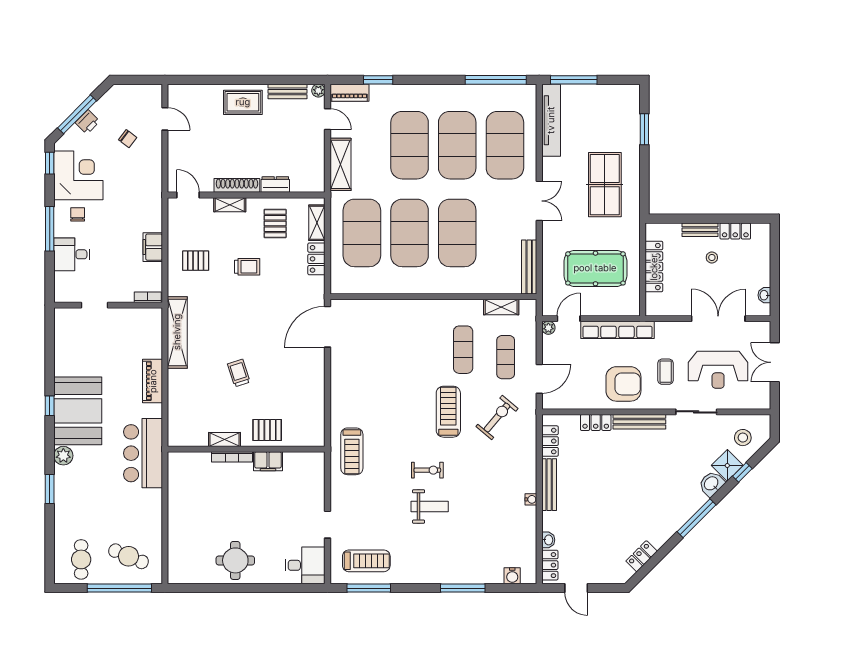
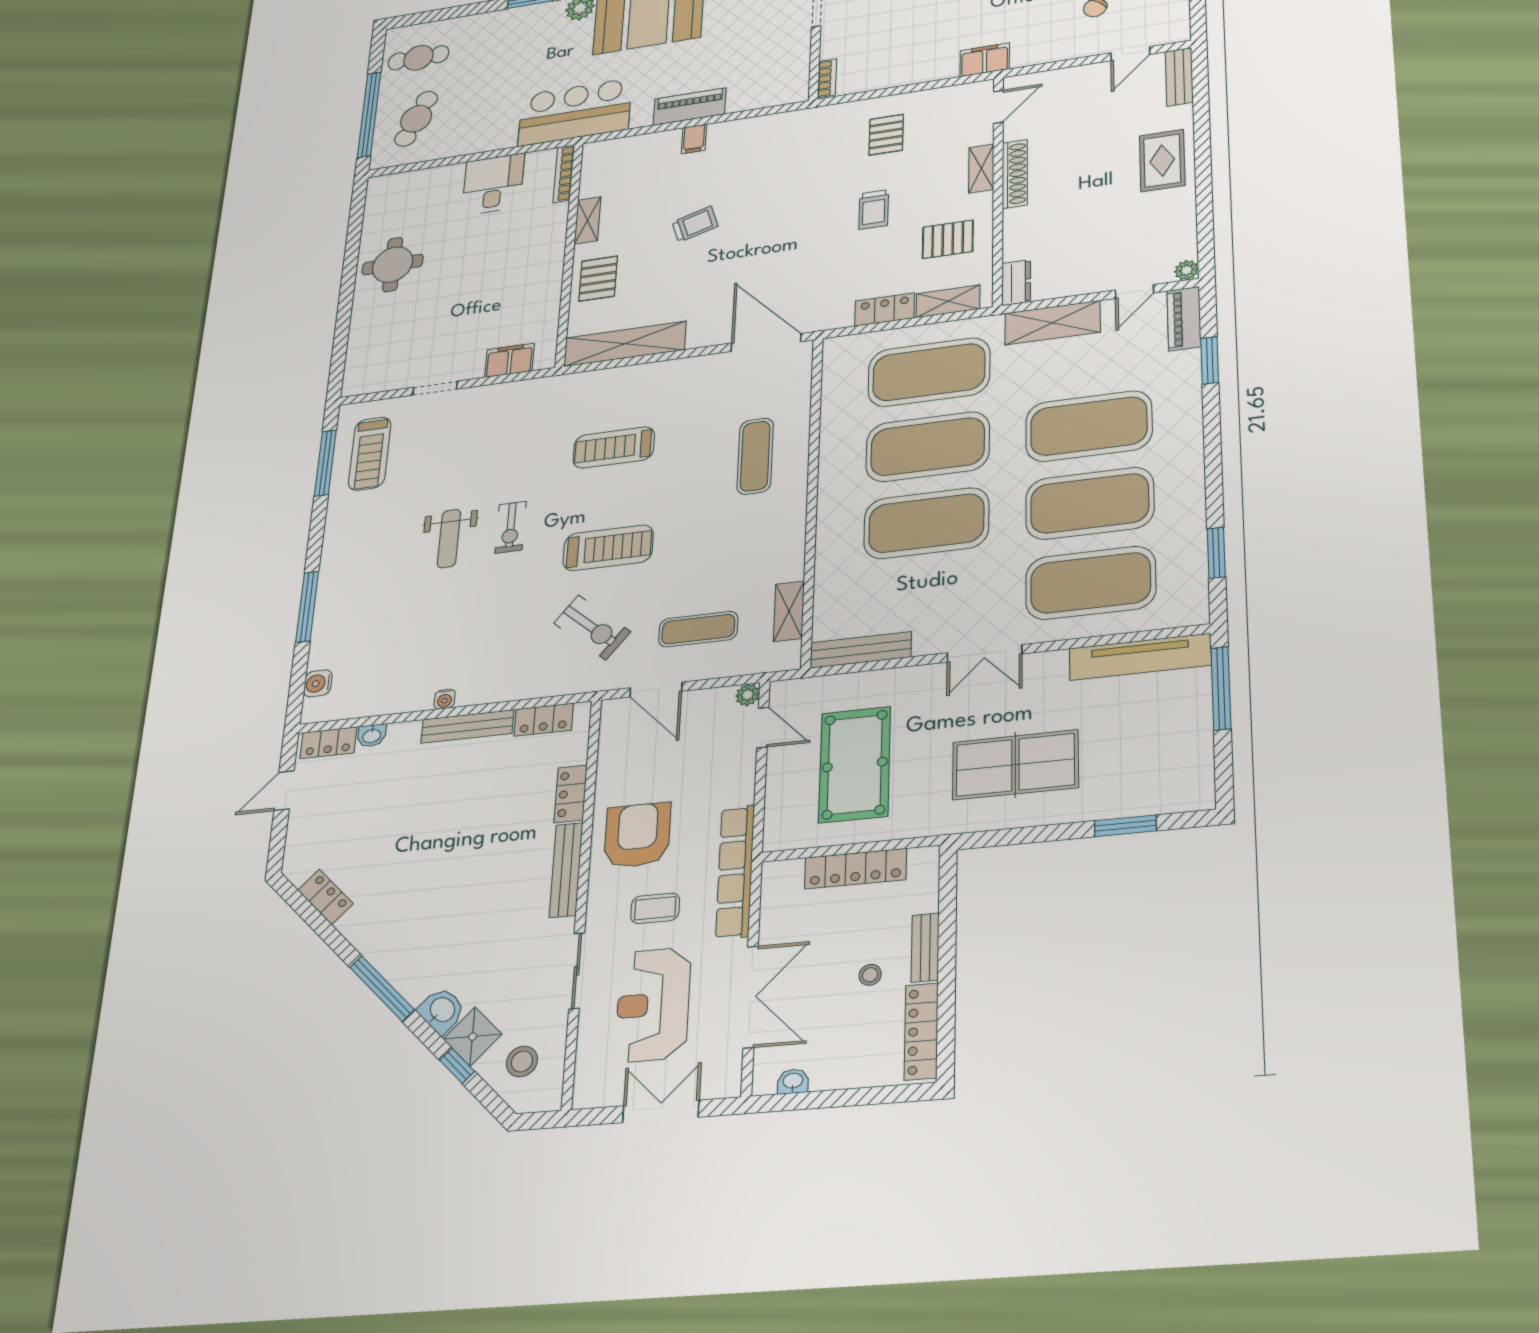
window: (496, 80) -> (1216, 553), width x0.47
bench: (288, 91) -> (1179, 77), moved
dresser: (275, 184) -> (1016, 283), moved
locker: (735, 231) -> (921, 1032), width x1.53
filing cabinet: (153, 247) -> (985, 60), moved
row of seats: (617, 330) -> (735, 872), moved
shelving: (177, 332) -> (625, 344), moved
exercise mat: (463, 350) -> (755, 456), moved, turned 90
filing cabinet: (177, 377) -> (694, 139), added
armchair: (623, 384) -> (637, 835), turned 180
treadmill: (352, 451) -> (614, 447), moved
bookcase: (232, 457) -> (564, 174), moved
filing cabinet: (268, 461) -> (510, 360), moved, turned 90
desk: (305, 565) -> (493, 184), moved, turned 180

